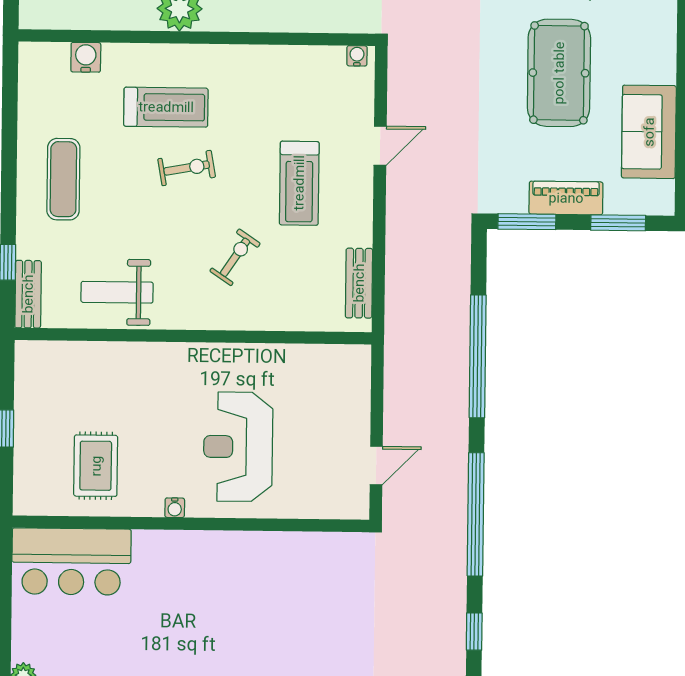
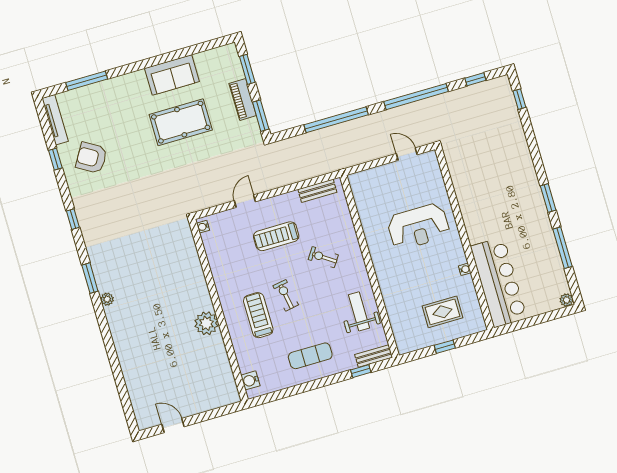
water cooler: (86, 57) -> (250, 380), moved
sofa: (649, 132) -> (172, 75), moved
door: (380, 146) -> (245, 201), hinge flipped
treadmill: (299, 183) -> (276, 236), turned 180
weight bench: (117, 292) -> (359, 311), turned 180
rug: (96, 466) -> (443, 312), moved
water cooler: (175, 508) -> (465, 269), moved
bar counter: (71, 562) -> (499, 282), width x1.36

